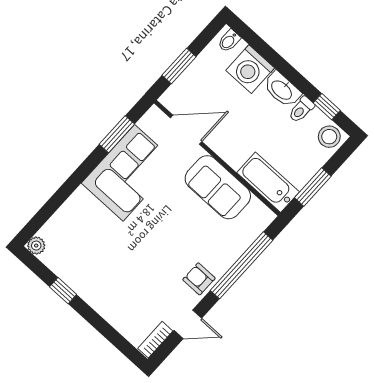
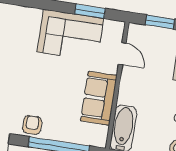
door: (186, 130) -> (122, 54), width x0.73

